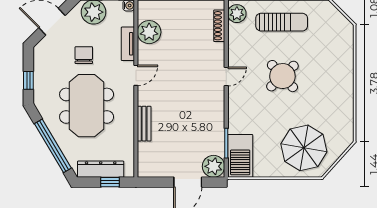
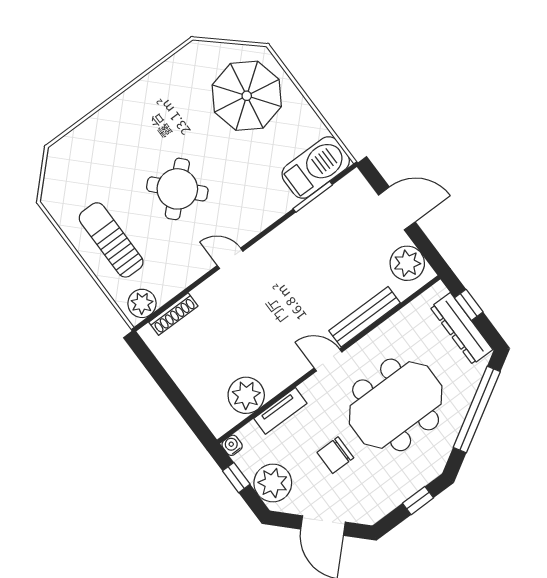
door: (136, 75) -> (328, 360), moved
bench: (144, 124) -> (365, 317), width x1.36
plant: (214, 166) -> (407, 263), moved

